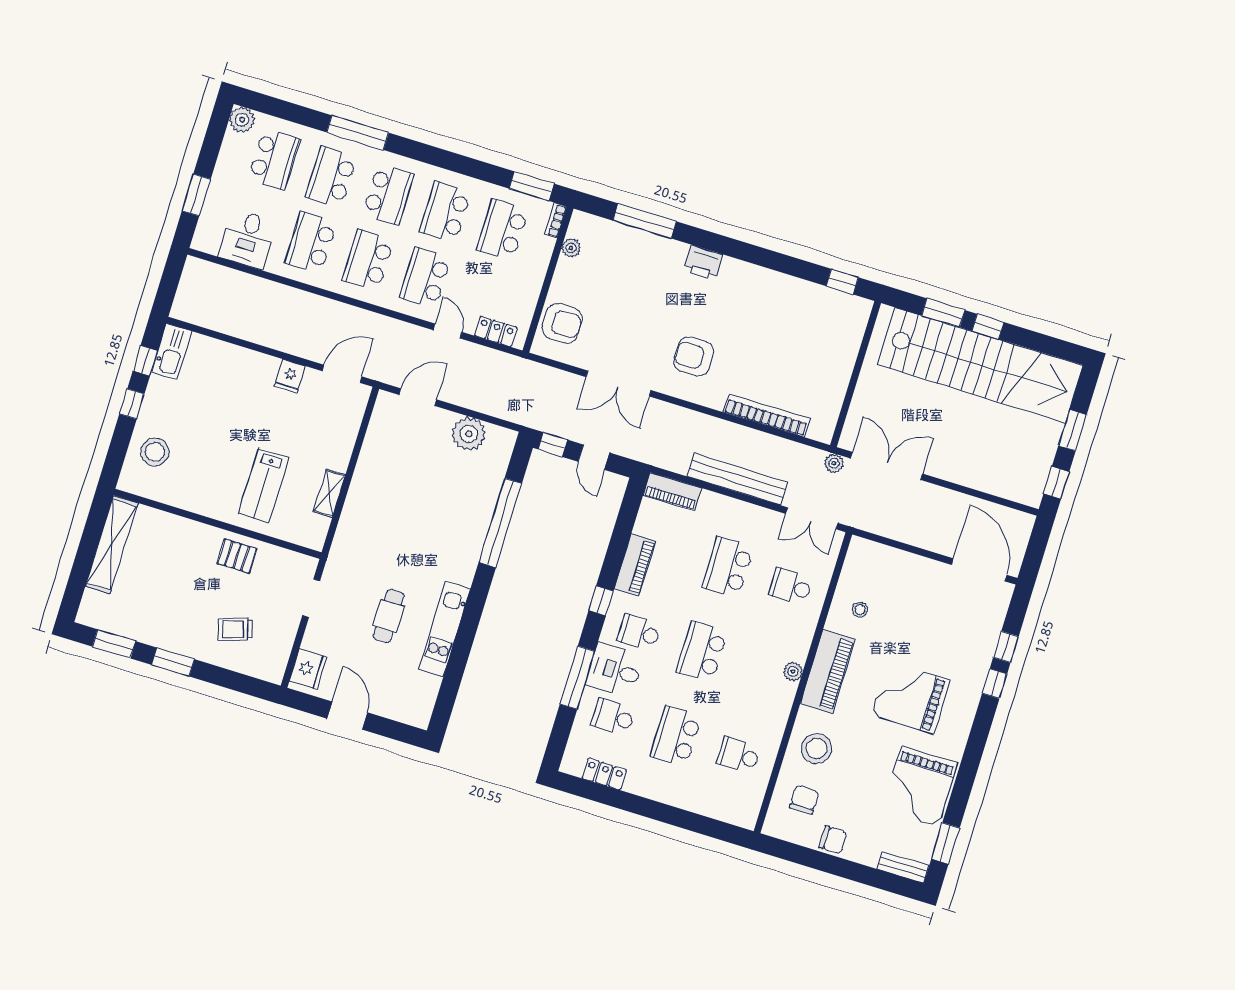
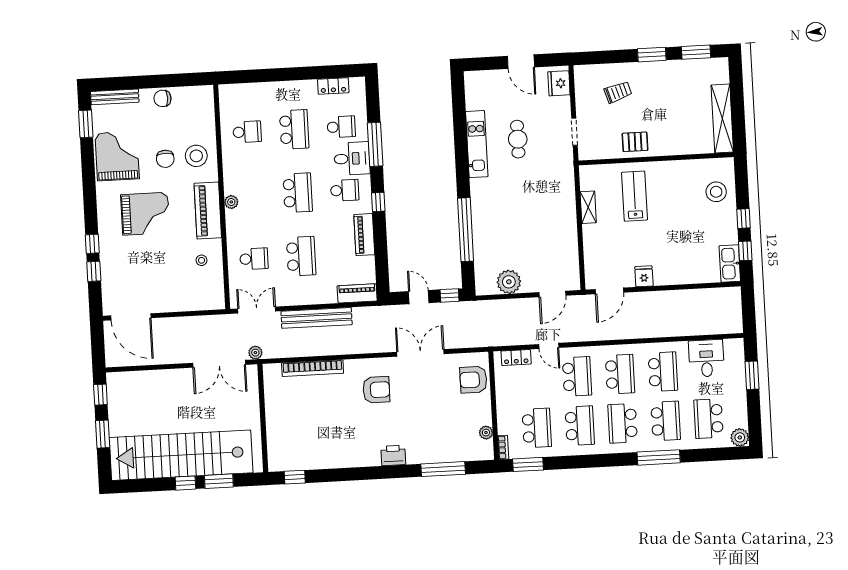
chair: (804, 800) -> (165, 159), moved
bench: (903, 867) -> (115, 97), width x1.36

